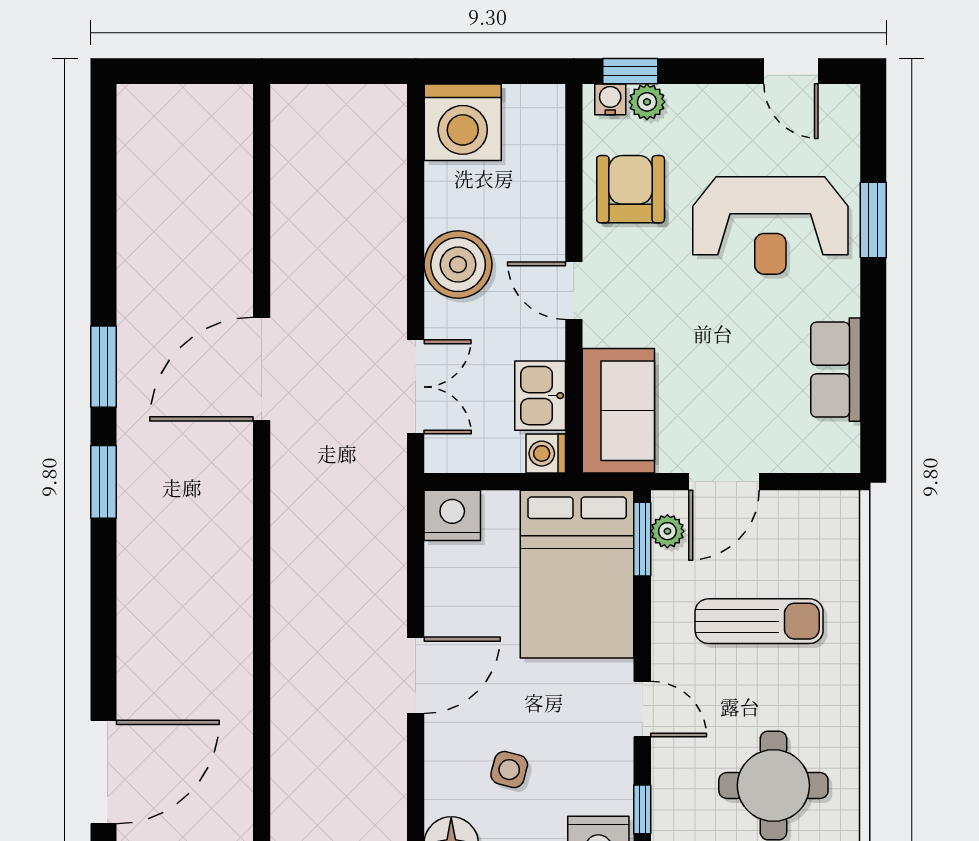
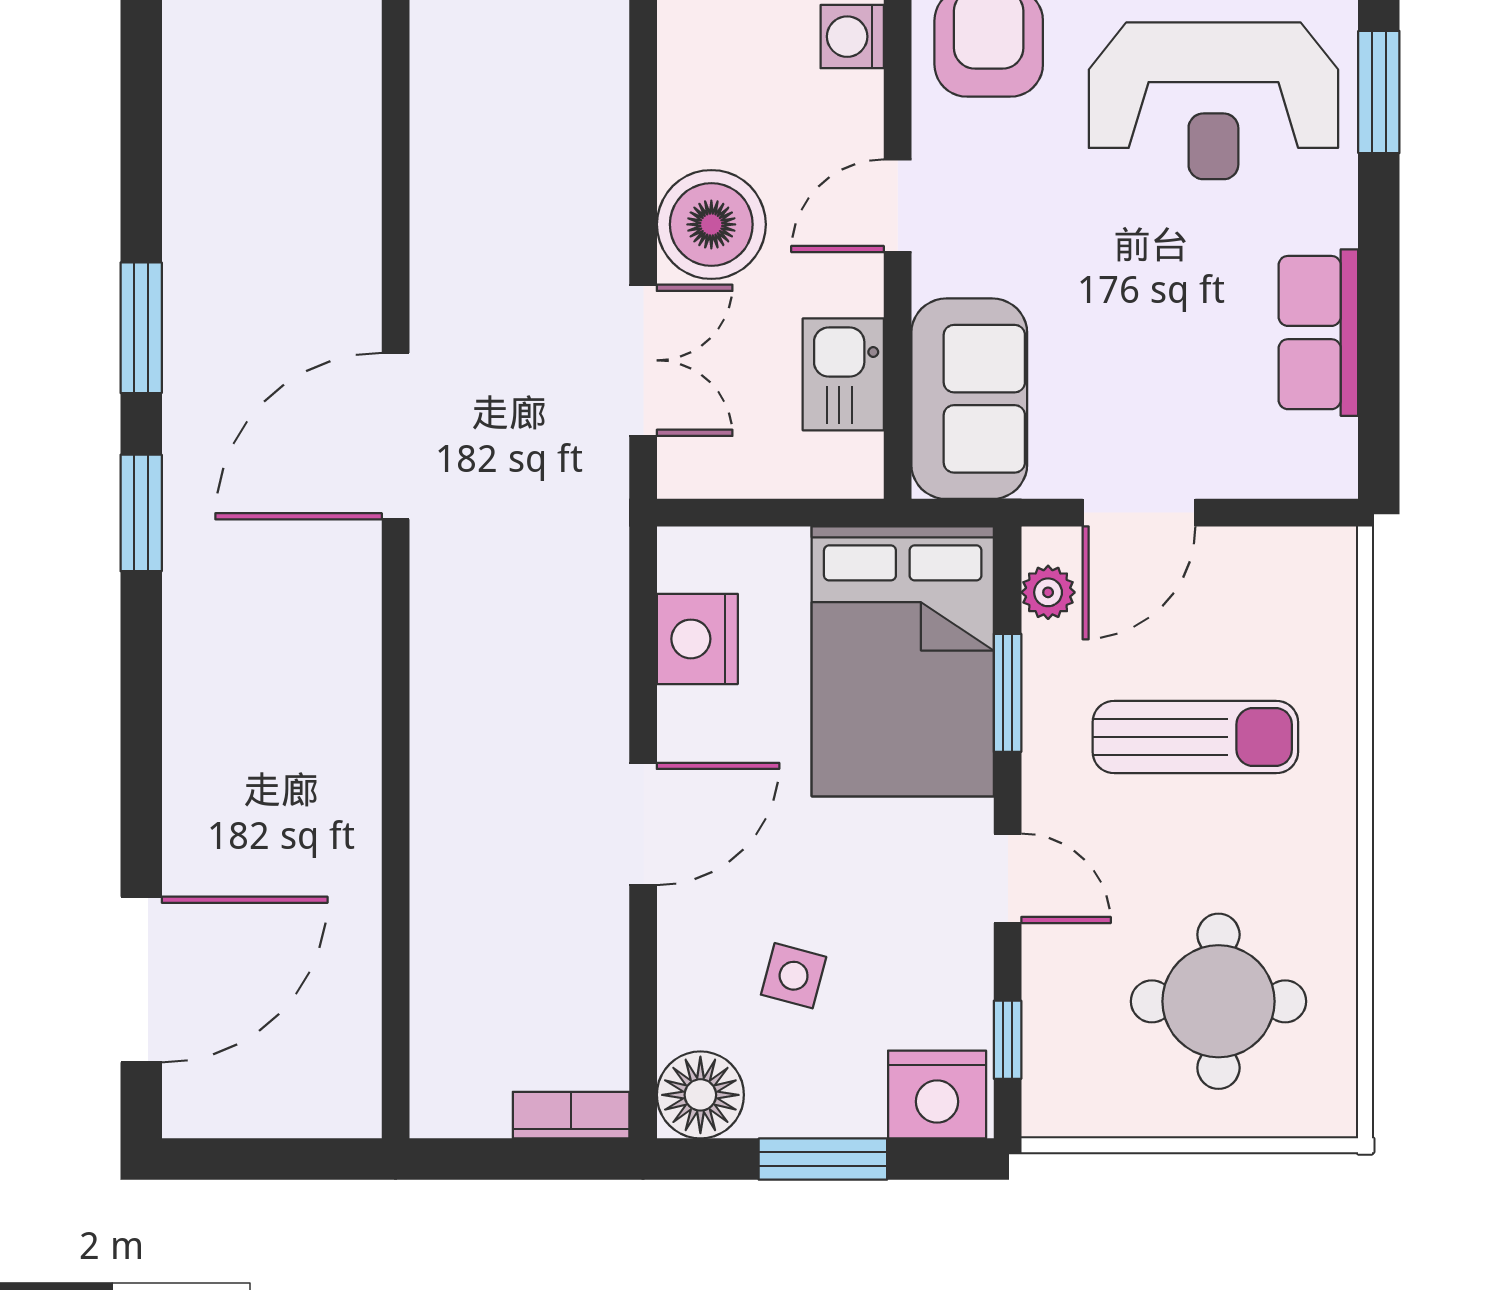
boiler: (458, 265) -> (711, 224), moved
door: (574, 291) -> (898, 206), hinge flipped
door: (262, 369) -> (396, 436), moved
washing machine: (546, 453) -> (852, 37), moved
nightstand: (452, 515) -> (697, 639), moved, turned -90
window: (642, 539) -> (1008, 693), moved

